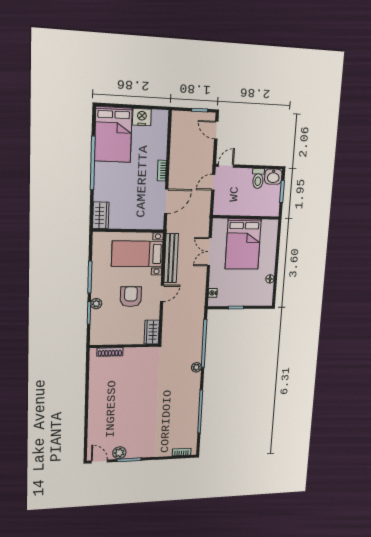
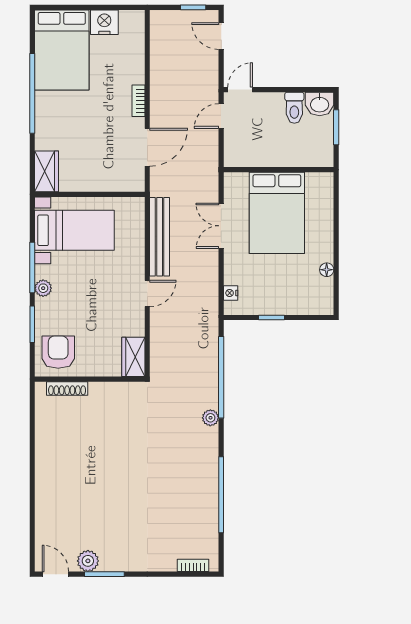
bed with nightstands: (137, 254) -> (74, 230), moved, turned 180
armchair: (131, 297) -> (58, 352), moved
plant: (96, 304) -> (43, 288), moved

